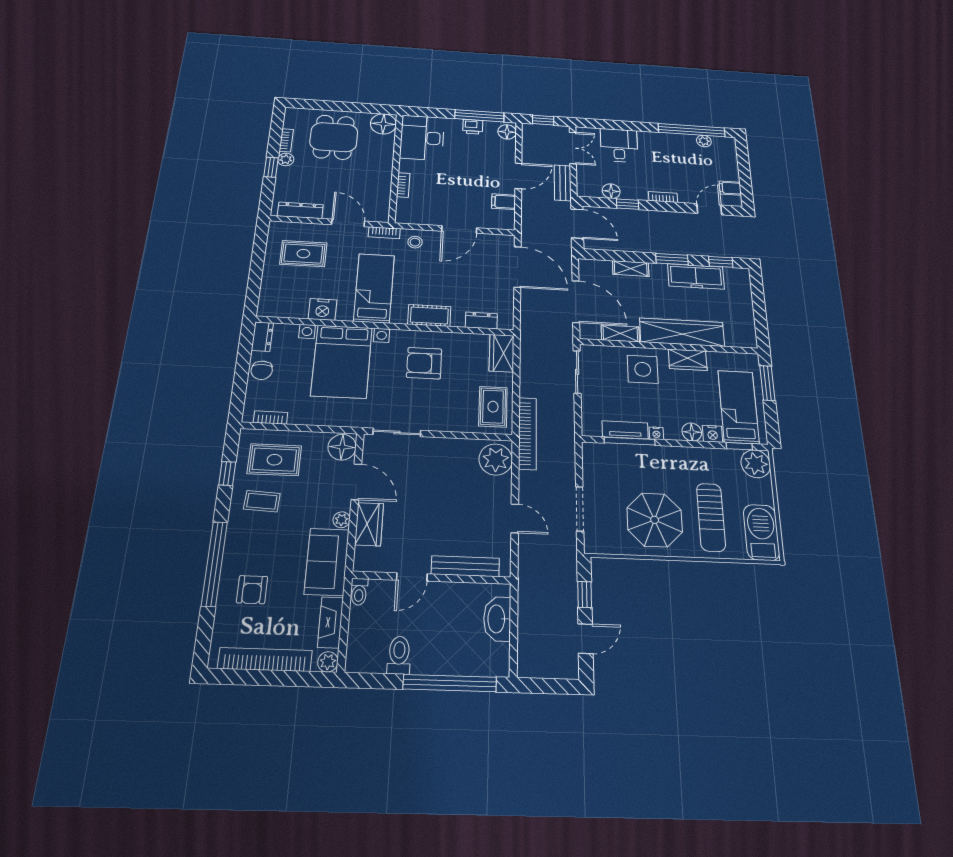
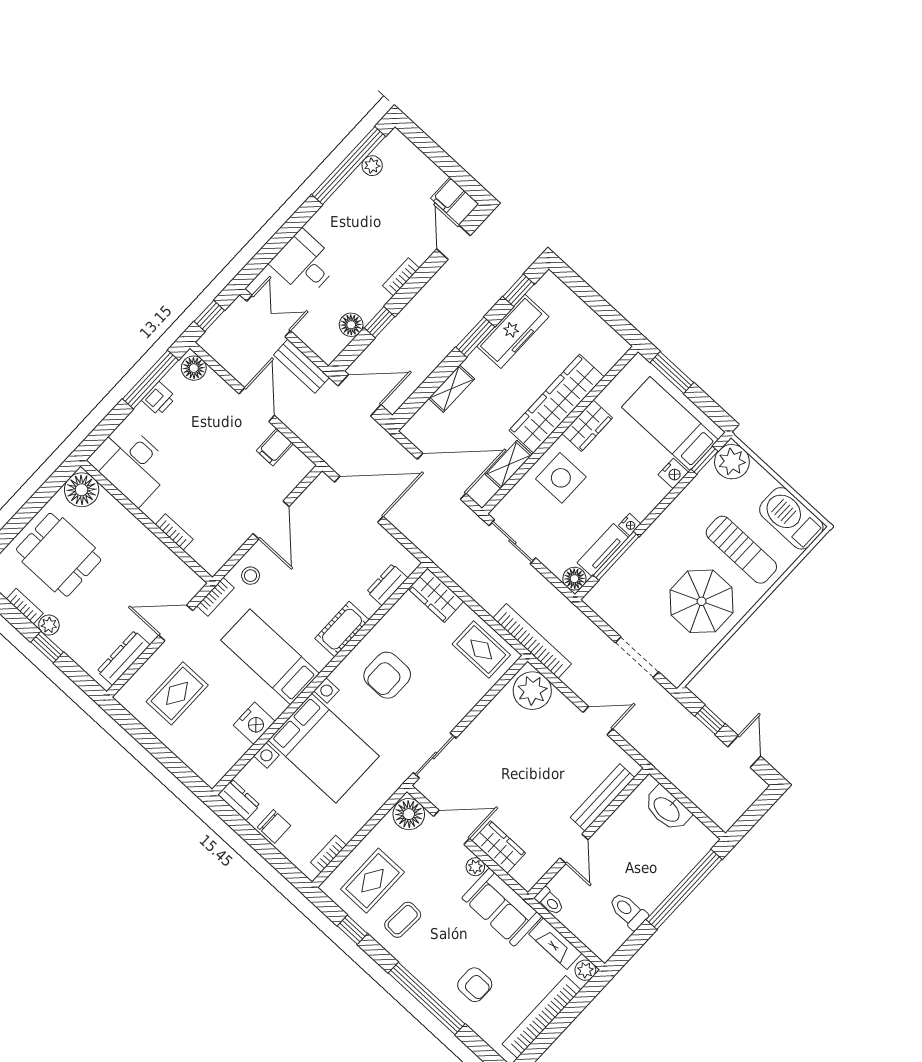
floor lamp: (692, 432) -> (574, 579), moved

